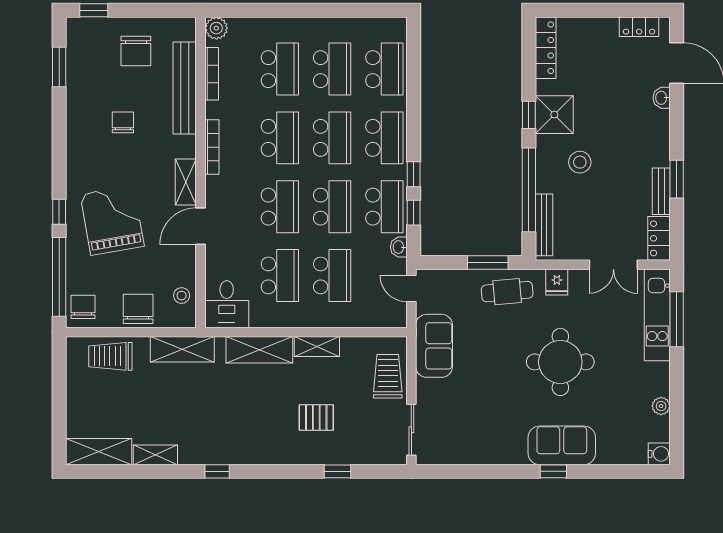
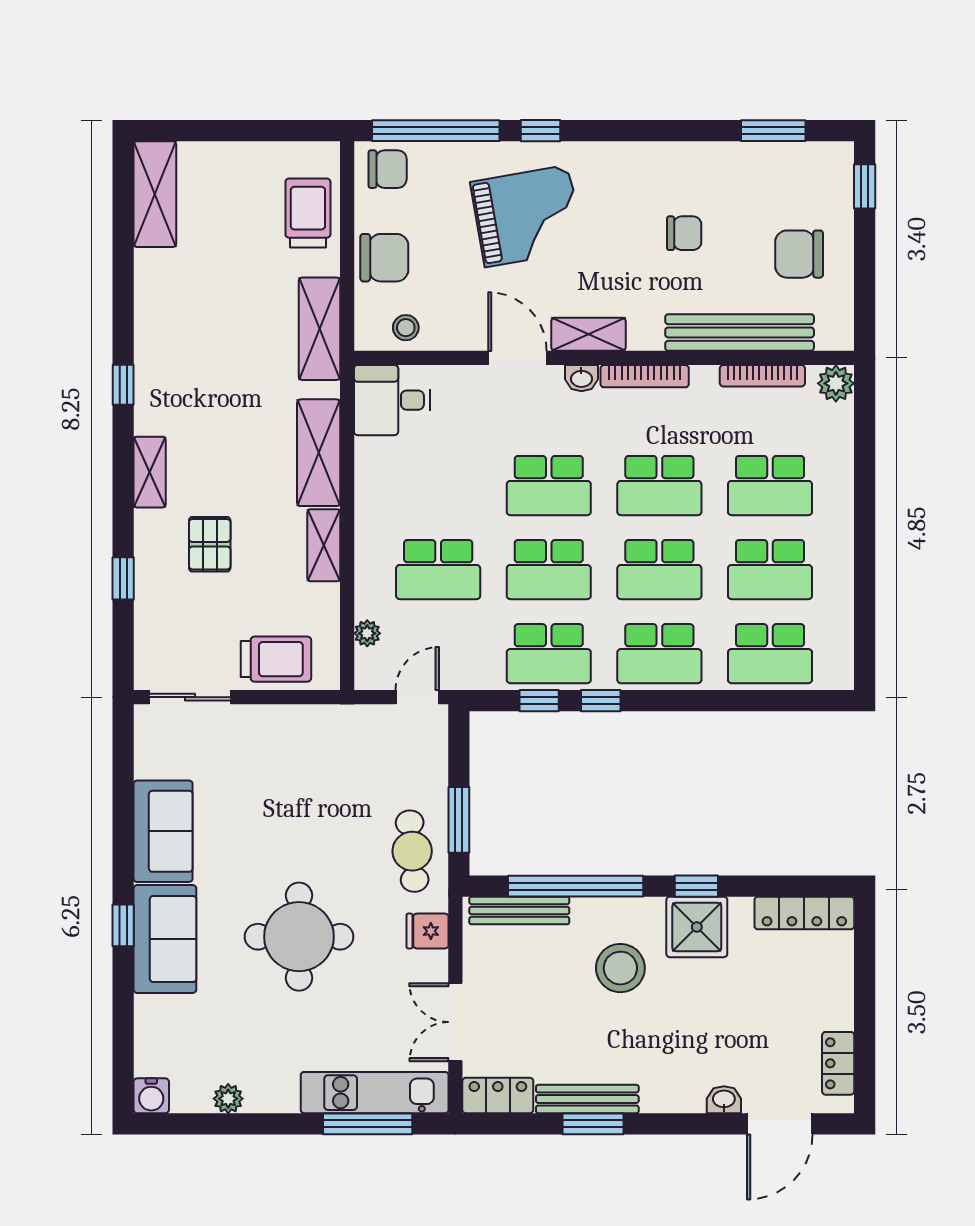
stool: (580, 162) -> (620, 968), width x1.38, depth x1.38
bench: (661, 191) -> (587, 1099), width x1.36
washbasin: (399, 247) -> (581, 378), moved, turned 180
school desk: (280, 275) -> (438, 486), removed
plant: (372, 320) -> (367, 633), added
sofa: (434, 346) -> (163, 831), moved, turned -90
shelving: (155, 455) -> (150, 472), moved

